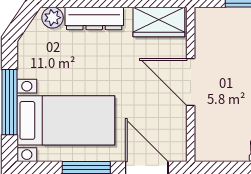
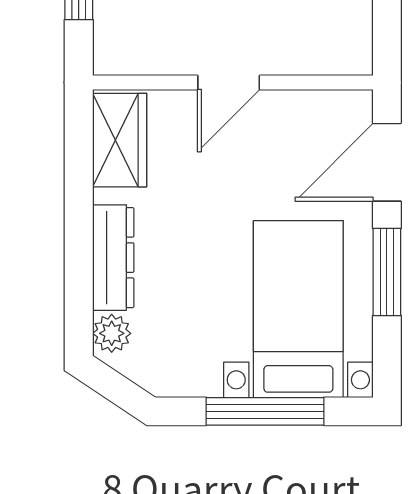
door: (191, 82) -> (229, 82), width x0.73

